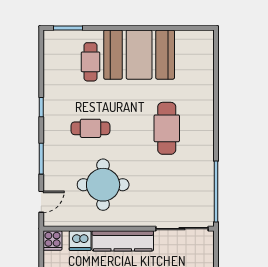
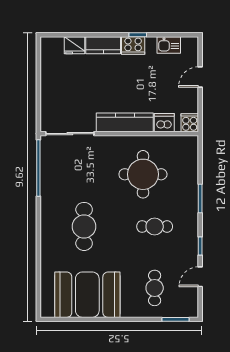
booth: (139, 55) -> (87, 295), moved
door: (41, 202) -> (200, 277), moved

